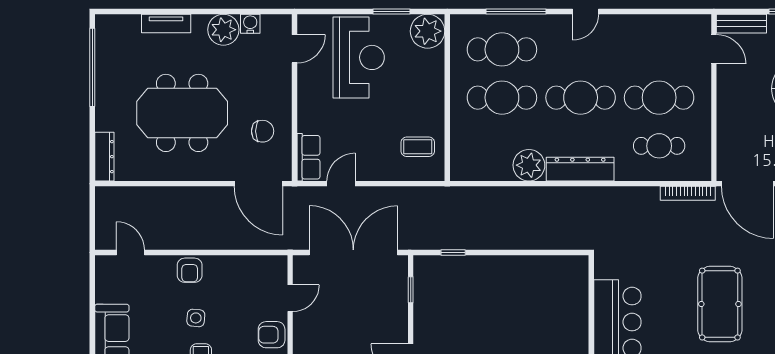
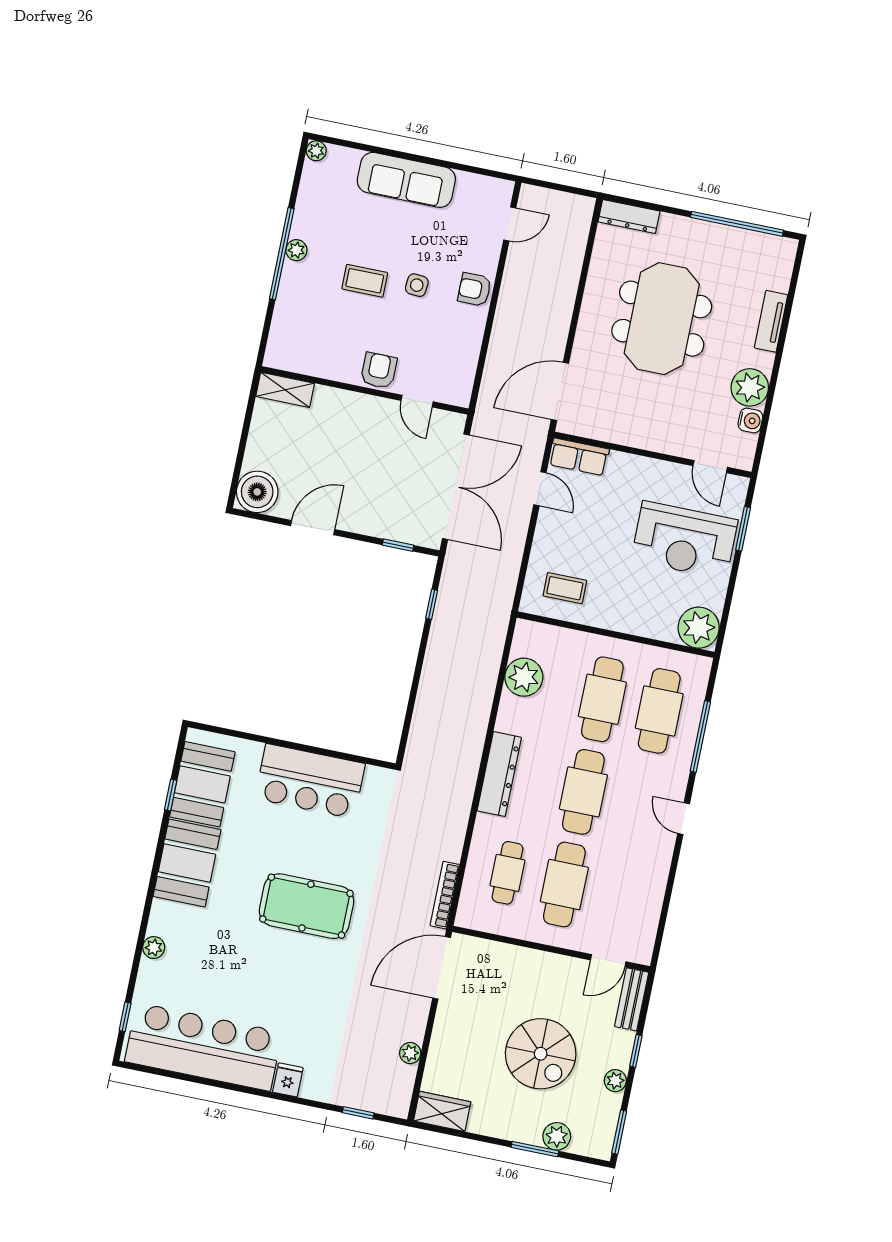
window: (392, 12) -> (743, 529), moved
chair: (263, 131) -> (621, 409), removed
coffee table: (418, 147) -> (565, 588), turned 90
plant: (529, 165) -> (524, 677), moved

